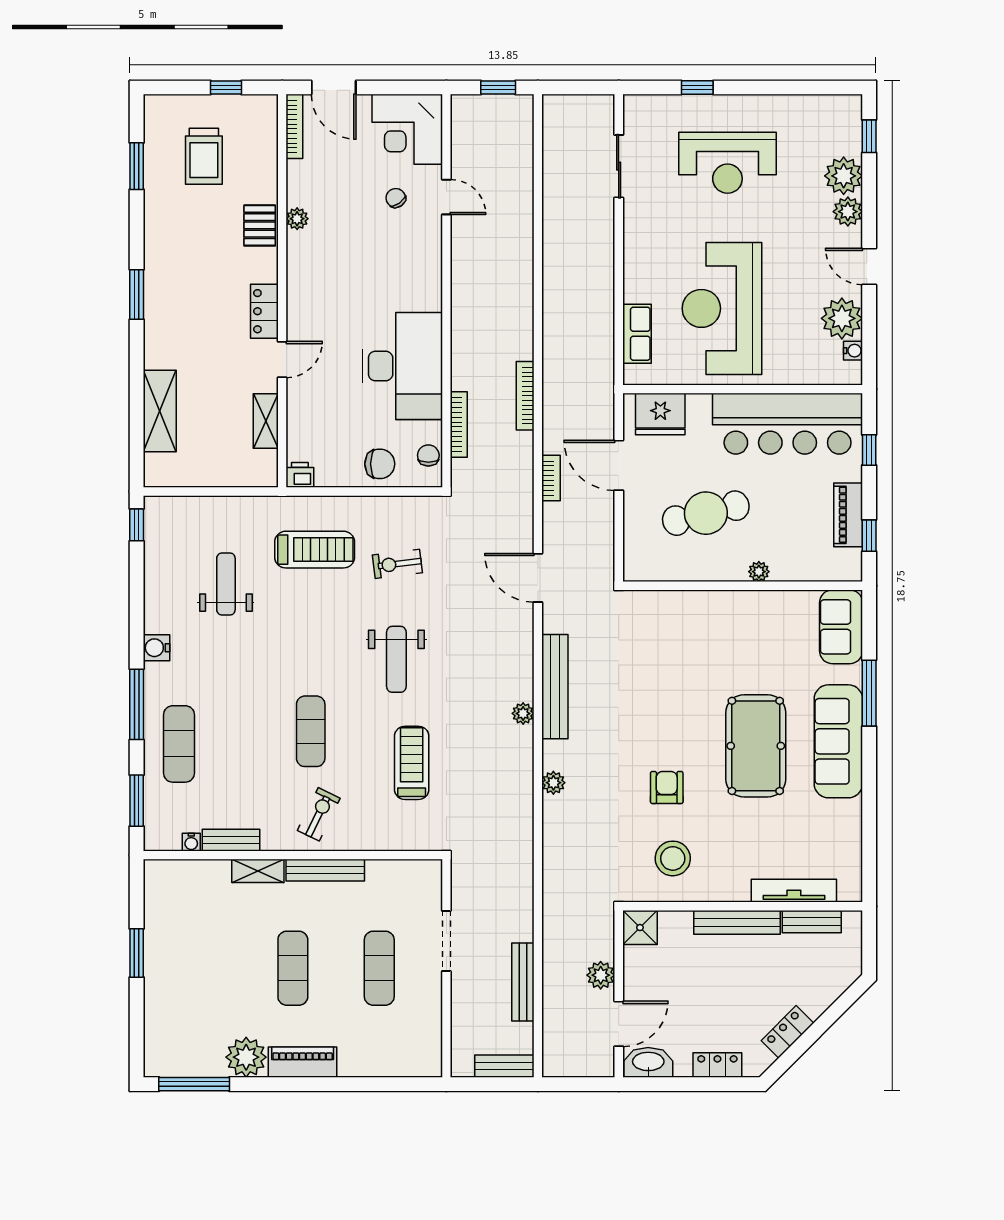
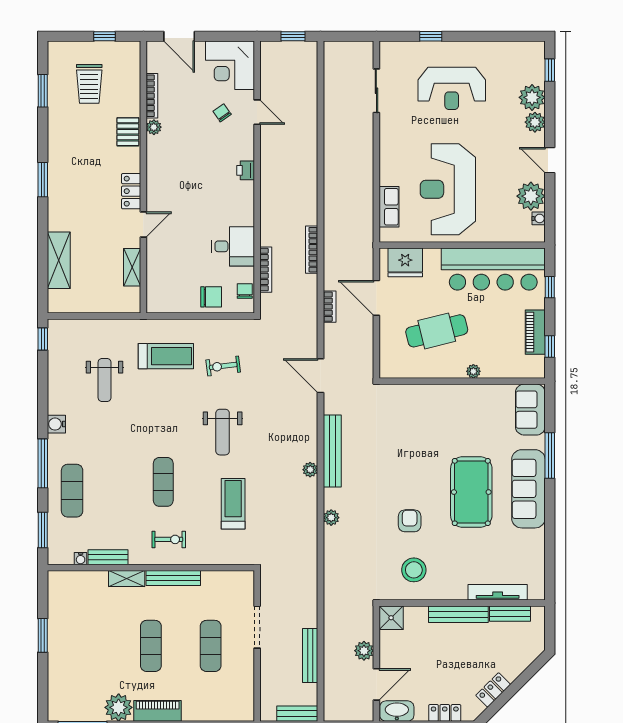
bookcase: (294, 126) -> (152, 96), moved
desk: (402, 366) -> (233, 246), width x0.53, depth x0.77
printer: (300, 475) -> (246, 170), moved, turned -90
weight bench: (226, 584) -> (105, 380), turned 180
exercise bike: (319, 814) -> (169, 539), turned 64

